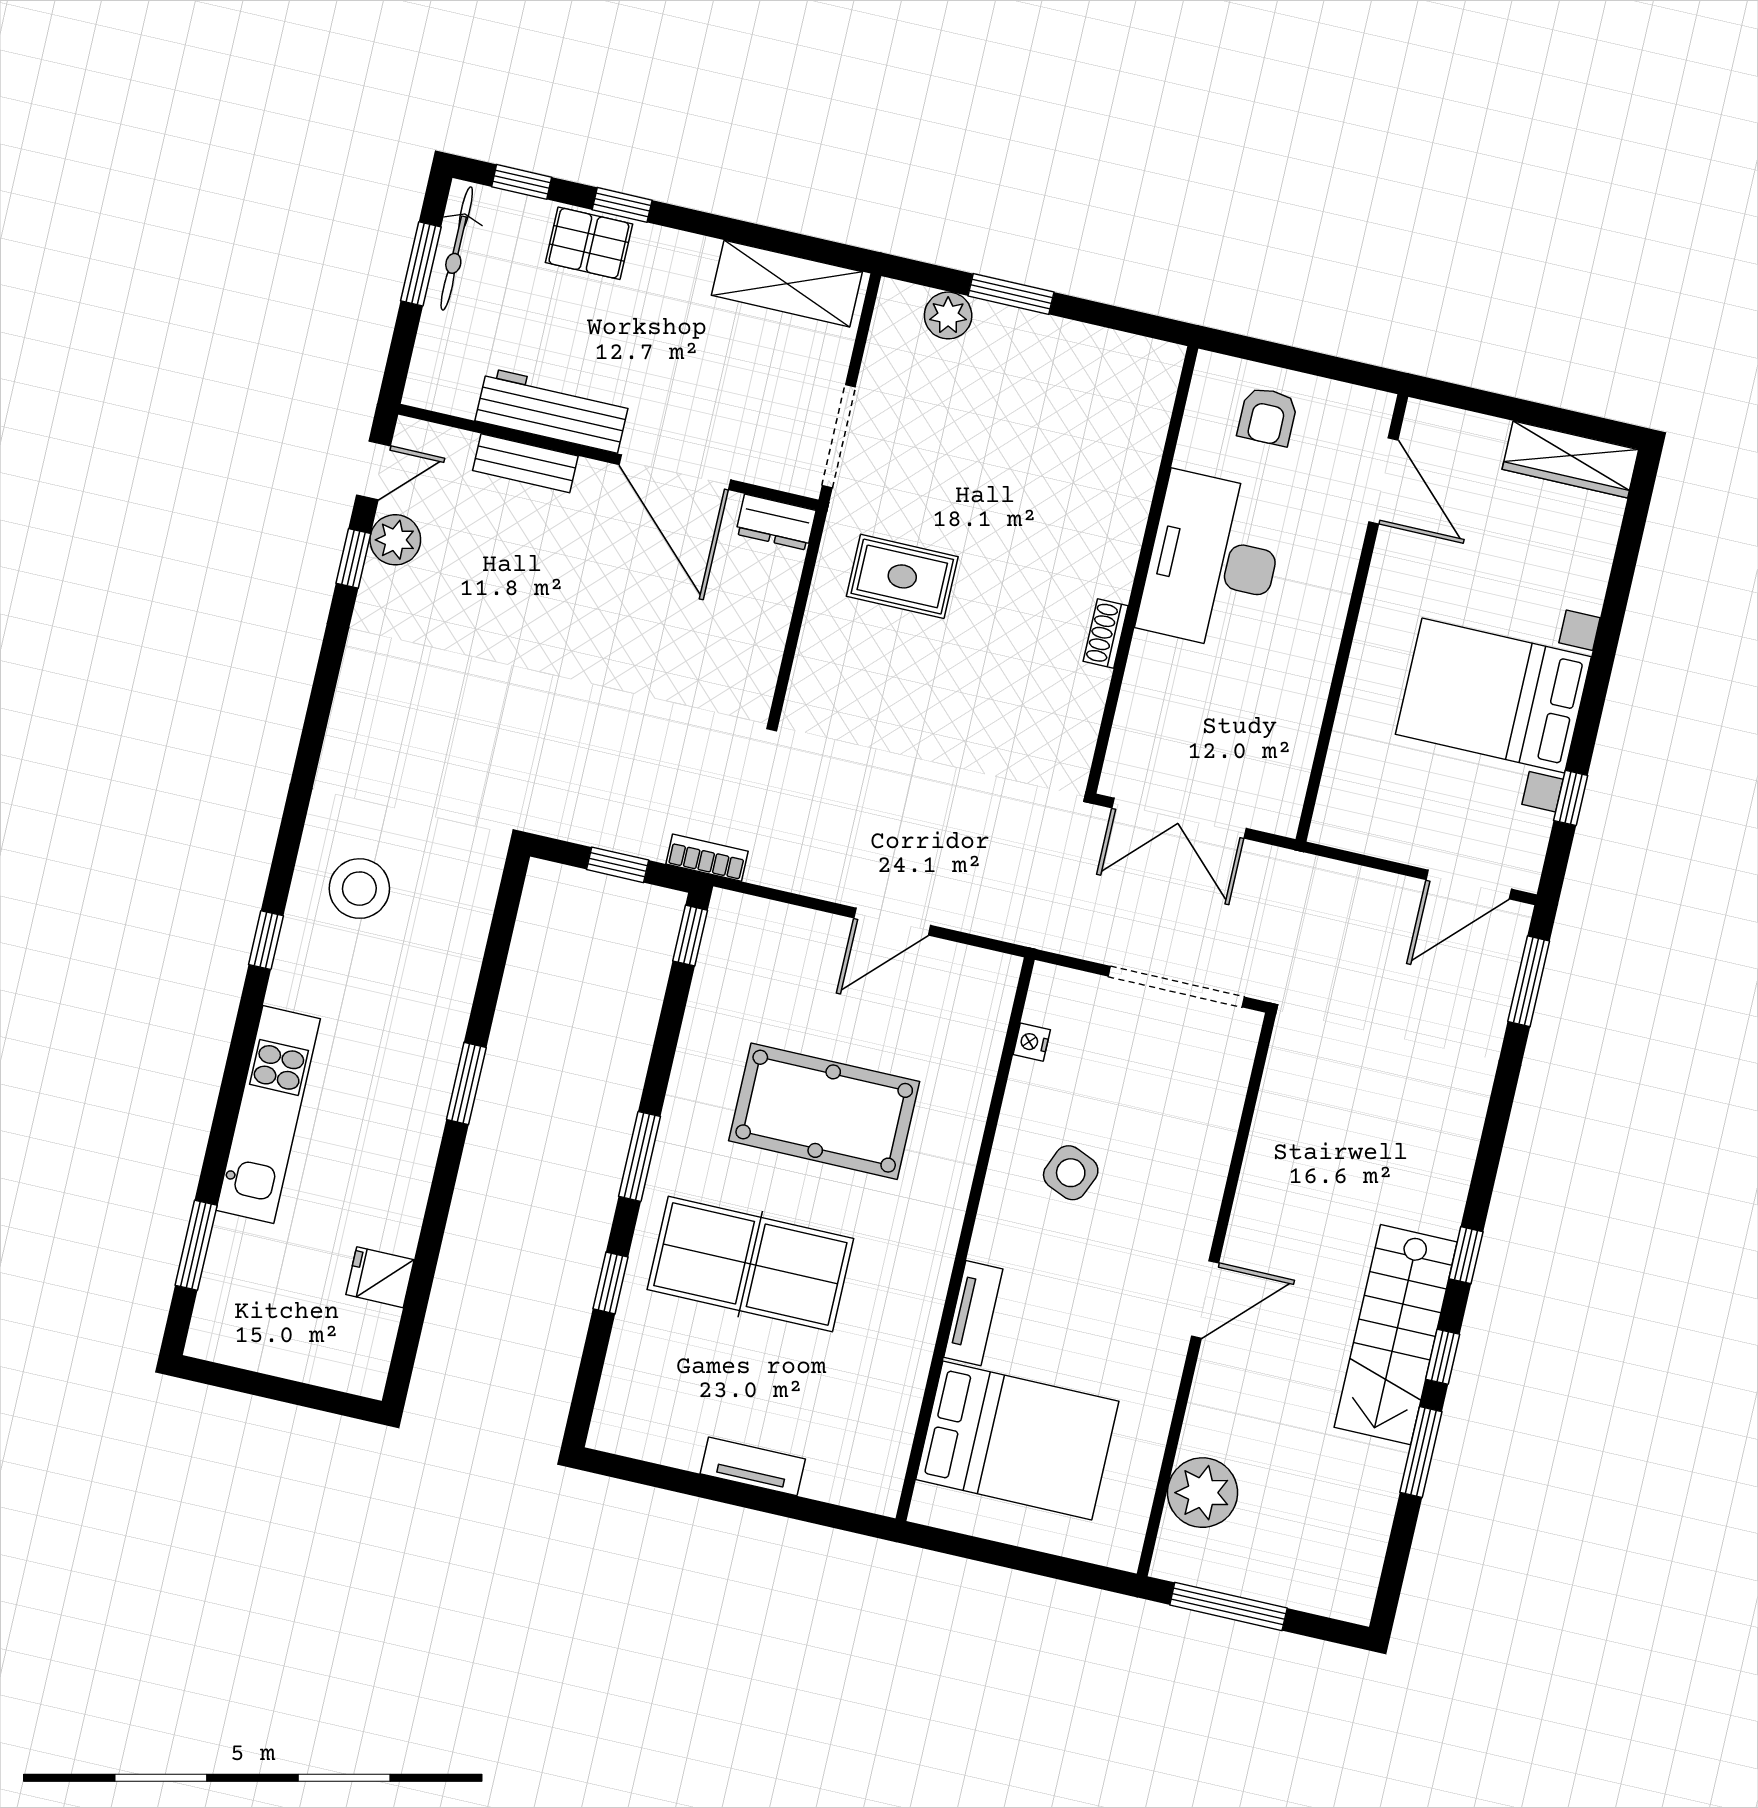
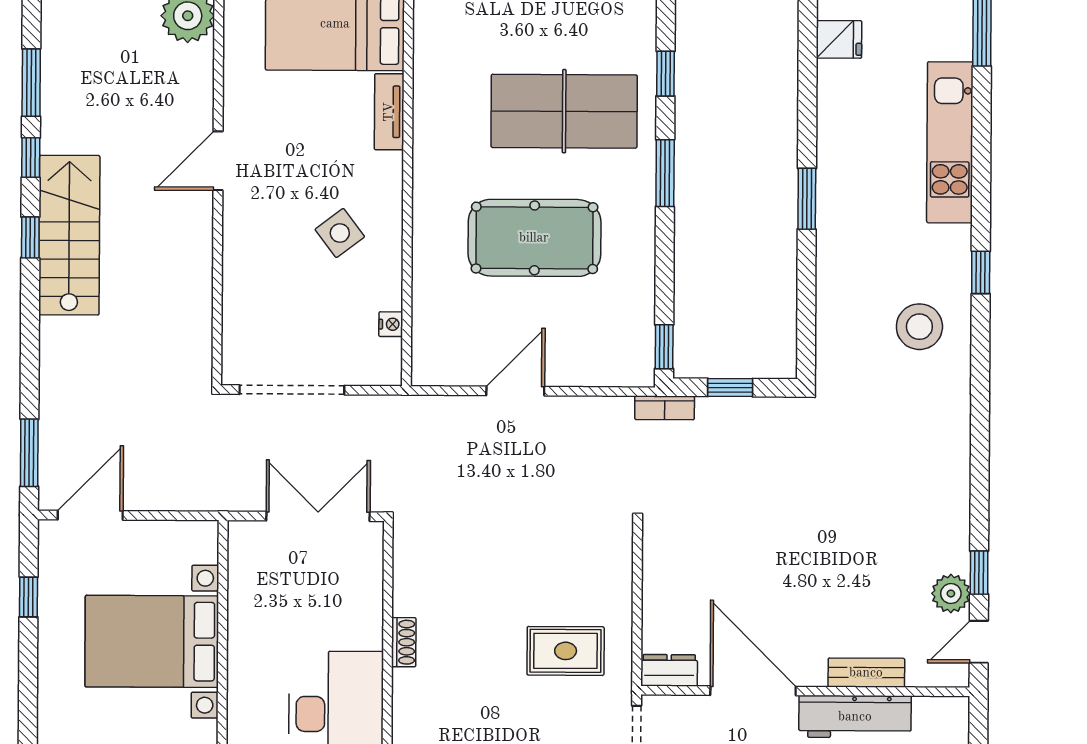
bed with nightstands: (1493, 696) -> (152, 641), moved, turned 180
side table: (1071, 1173) -> (340, 233), turned 30
stairs: (1396, 1335) -> (69, 235), moved

